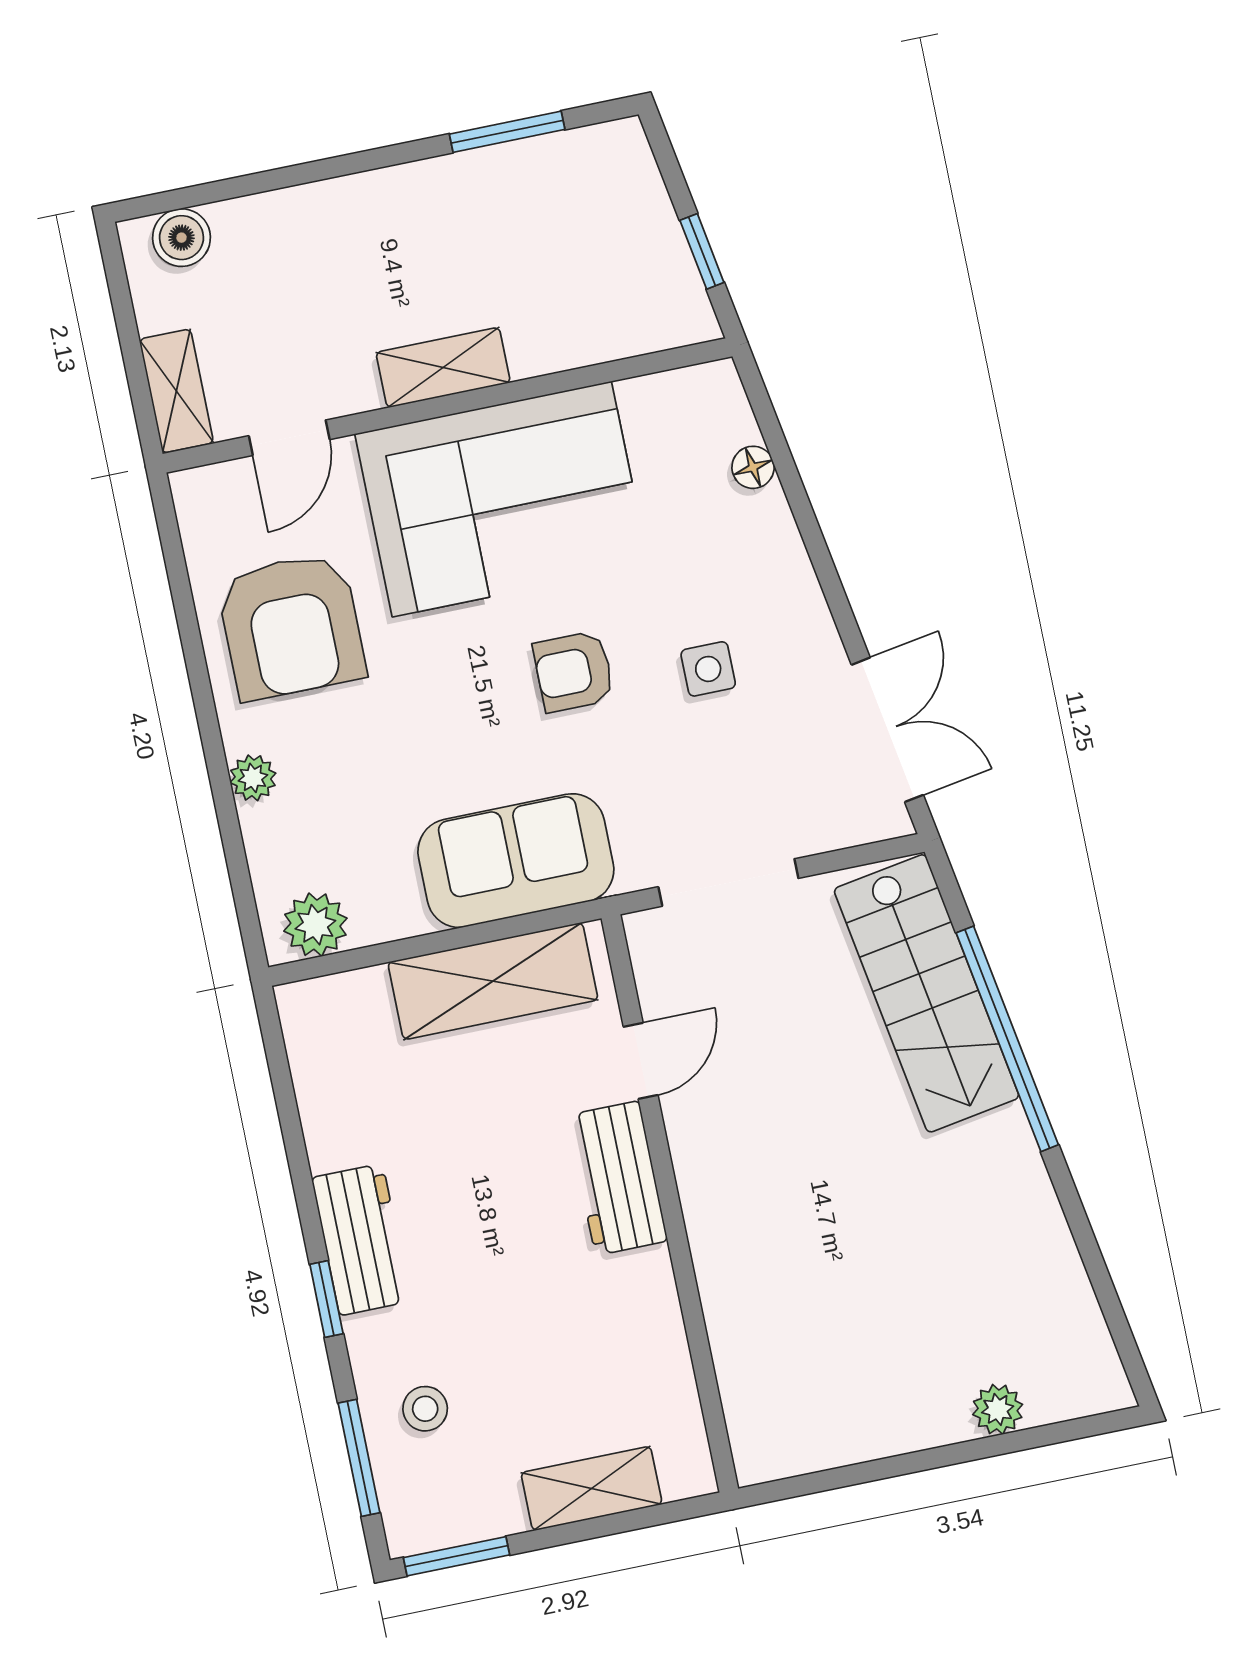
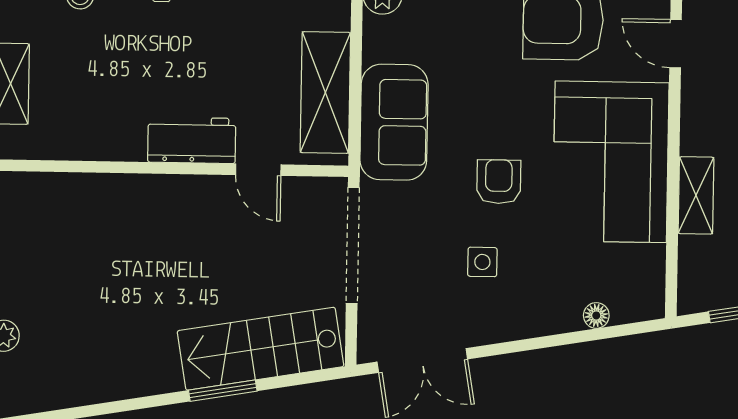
shelving: (443, 367) -> (696, 195), moved
doorway: (728, 883) -> (353, 246), width x1.36
window: (1007, 1039) -> (223, 391), width x0.47

